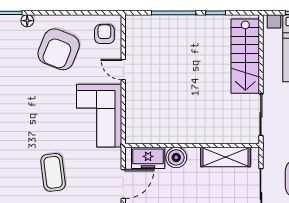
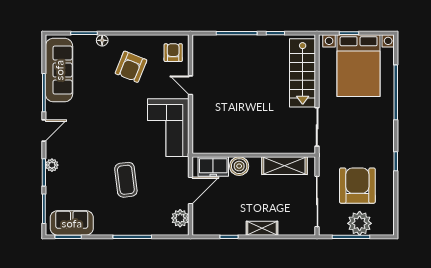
armchair: (59, 49) -> (131, 67), width x0.73, depth x0.73

